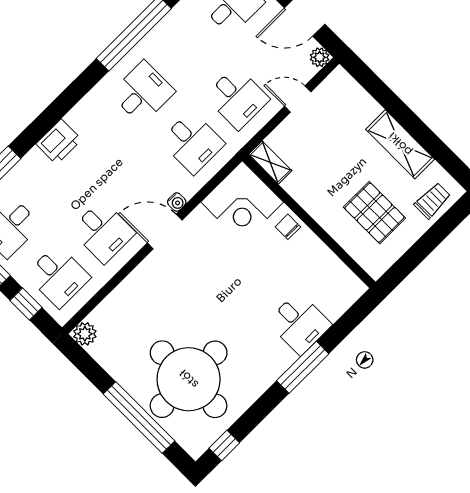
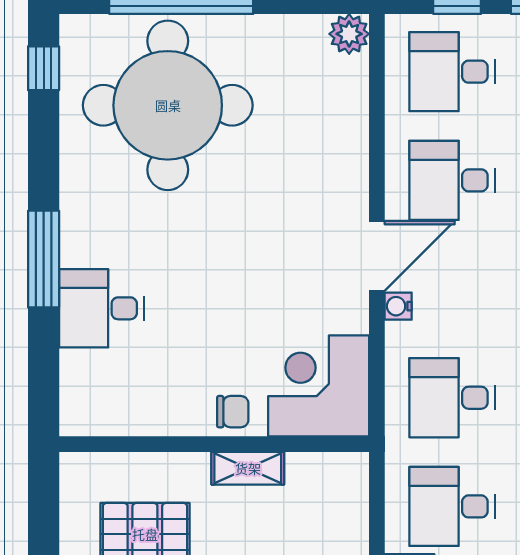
shelving: (270, 162) -> (248, 468), moved

